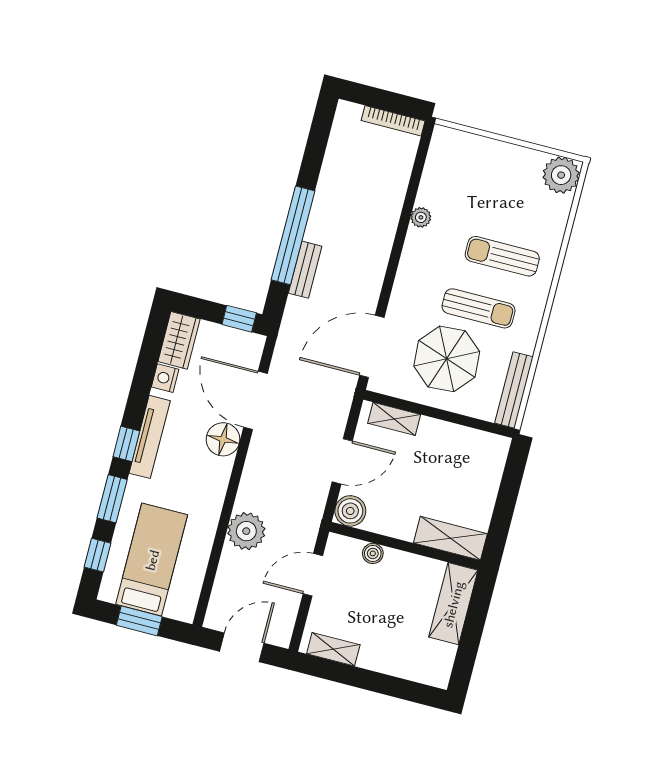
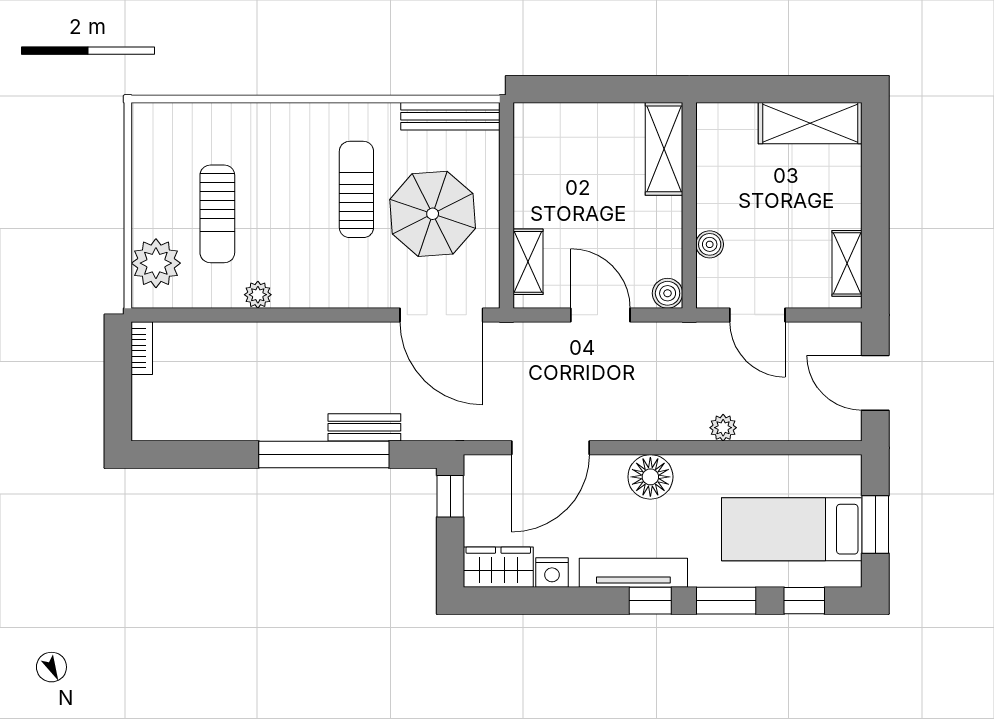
bookcase: (393, 121) -> (142, 348), width x0.64
plant: (561, 175) -> (156, 263), moved
sun lounger: (502, 256) -> (217, 214), moved
floor lamp: (223, 439) -> (650, 477), moved
boiler: (350, 511) -> (668, 293), width x0.73, depth x0.73
plant: (246, 531) -> (723, 428), width x0.53, depth x0.53
shelving: (453, 604) -> (810, 123), moved

